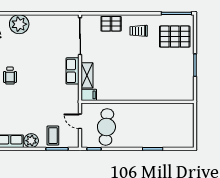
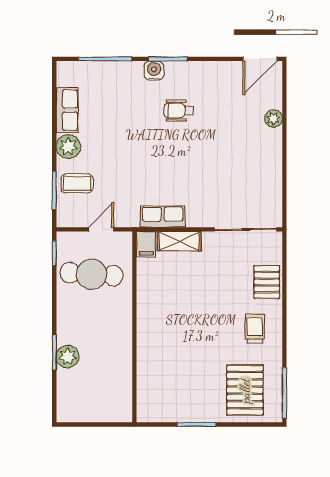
plant: (19, 24) -> (274, 118), width x0.53, depth x0.53
row of seats: (73, 71) -> (163, 217), moved
plant: (155, 141) -> (68, 357), added

